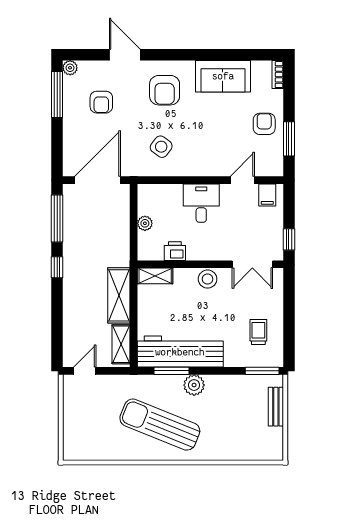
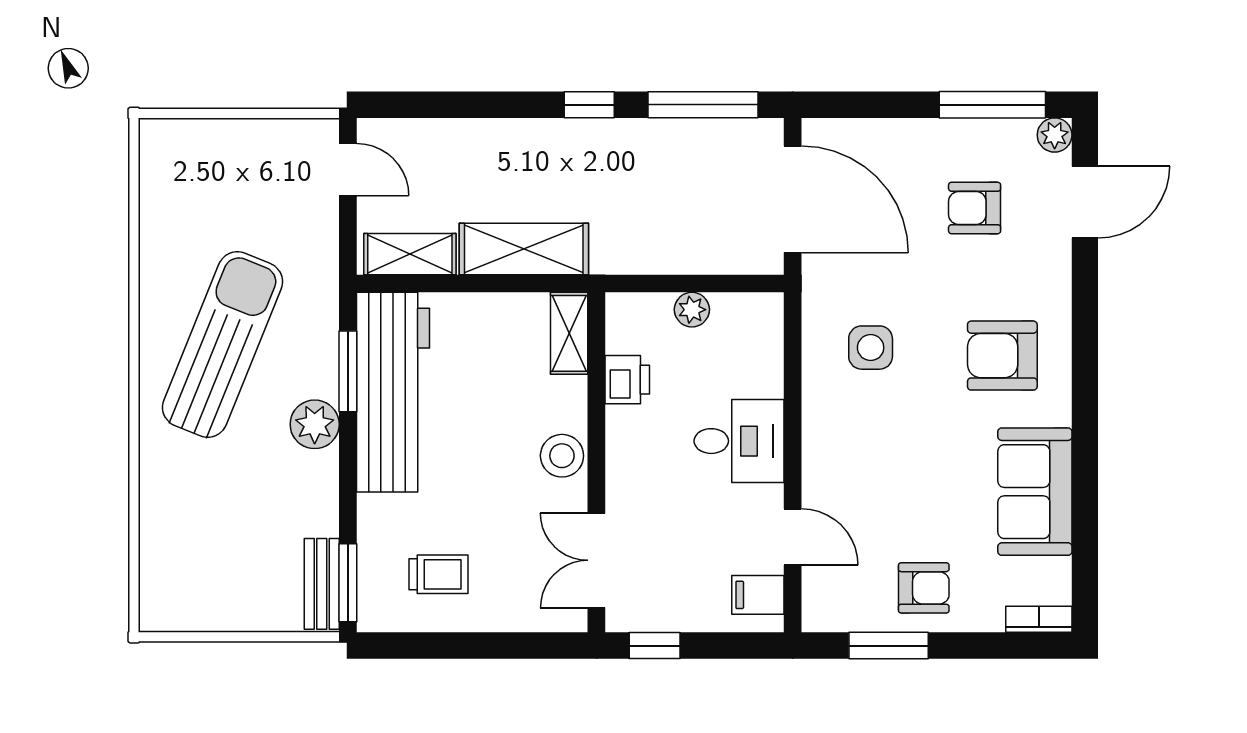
door: (125, 55) -> (1085, 202), moved
side table: (161, 147) -> (871, 348), turned -37
bench: (276, 407) -> (322, 584), moved, turned 90

